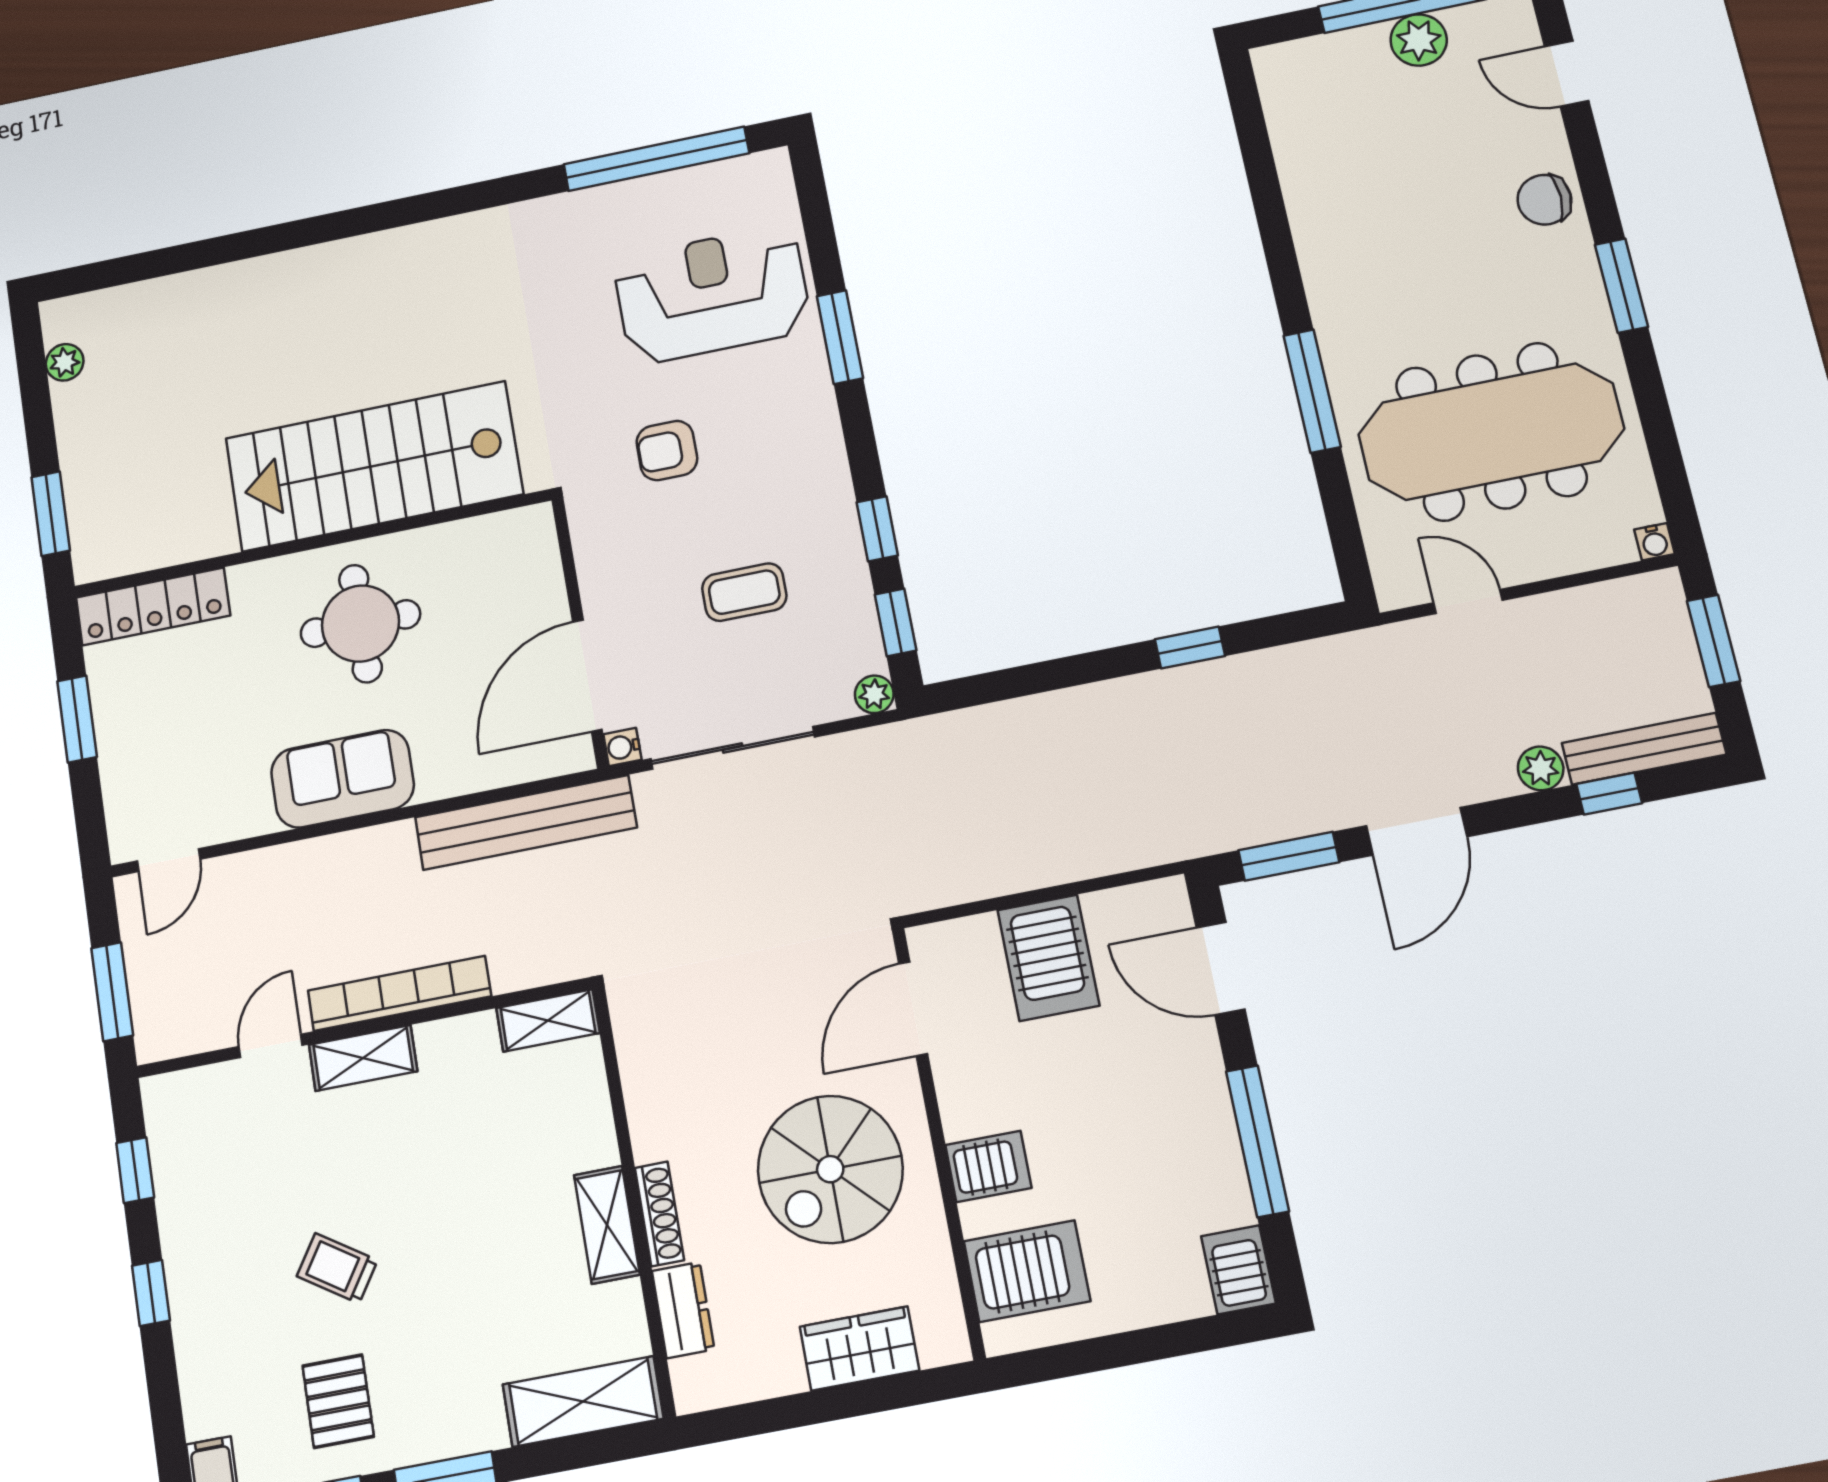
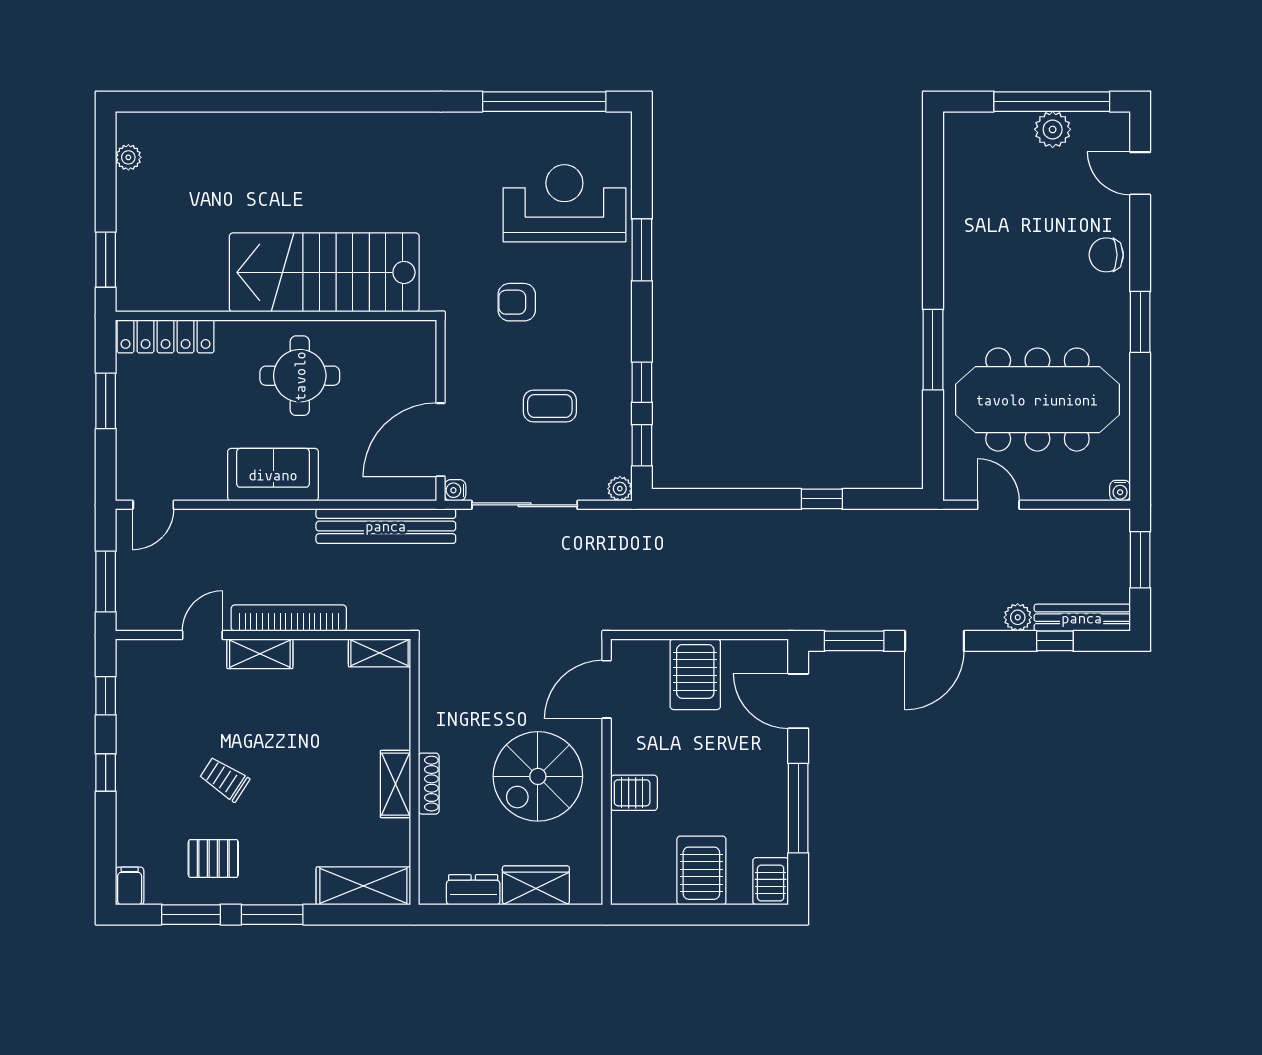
server rack: (1027, 1271) -> (701, 870), moved, turned -90
dresser: (683, 1310) -> (473, 890), moved, turned -90
pallet: (338, 1401) -> (213, 858), turned 90

